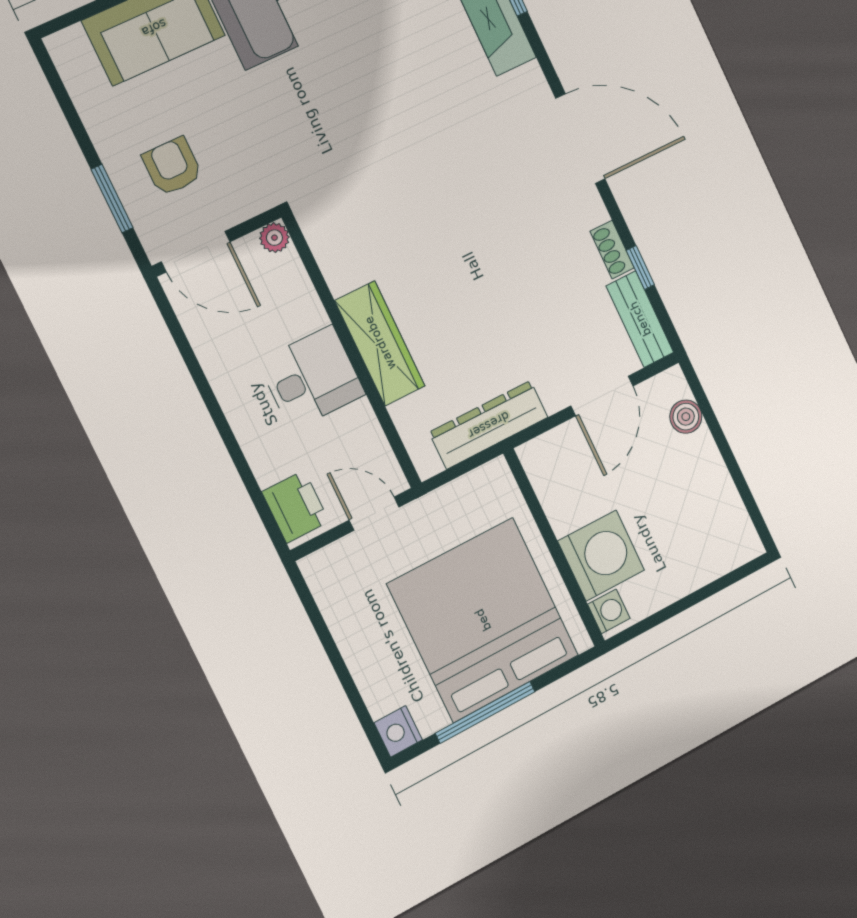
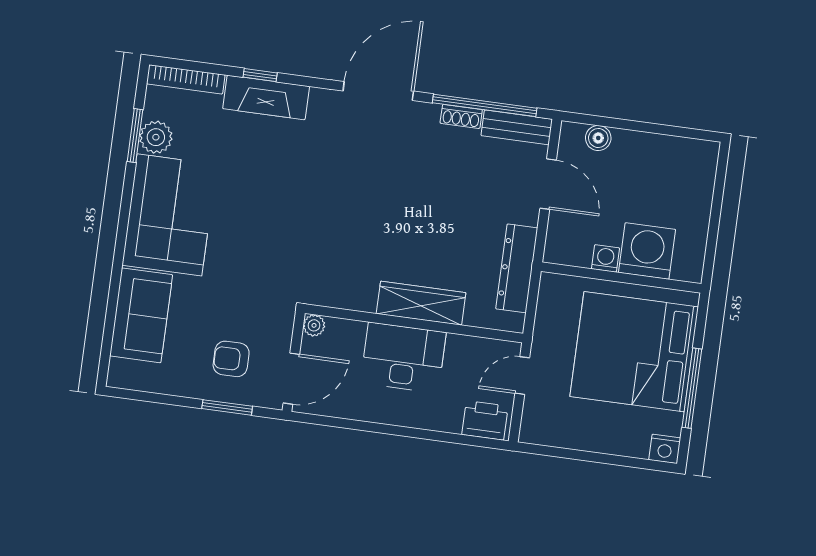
window: (640, 268) -> (485, 105), width x3.17
desk: (312, 378) -> (403, 358), width x1.37
washing machine: (609, 611) -> (606, 258), moved

